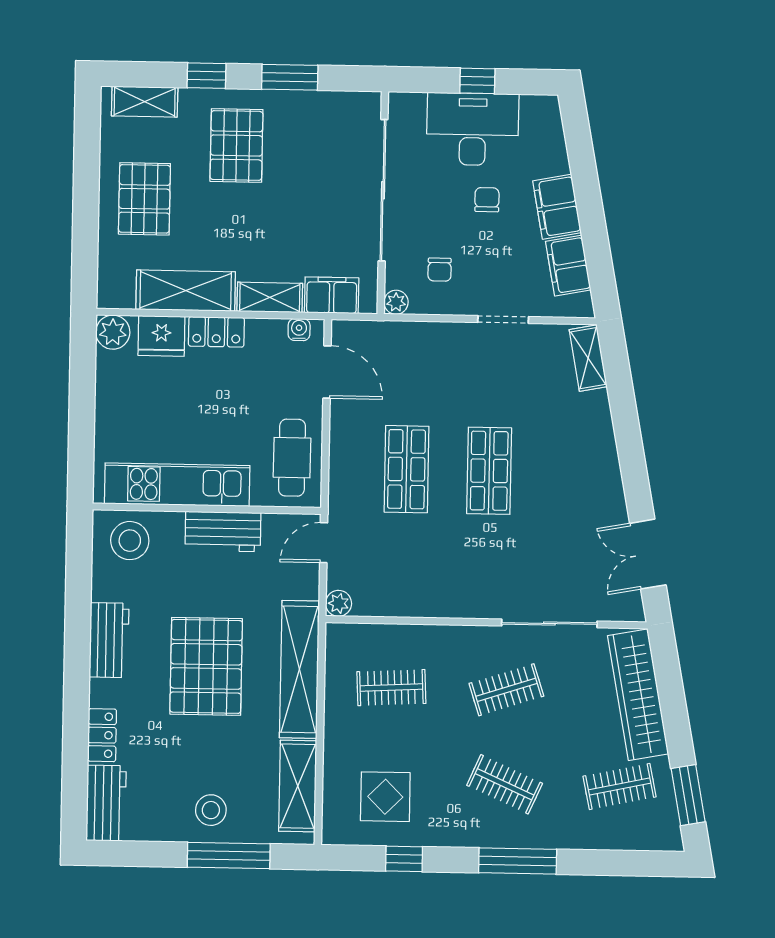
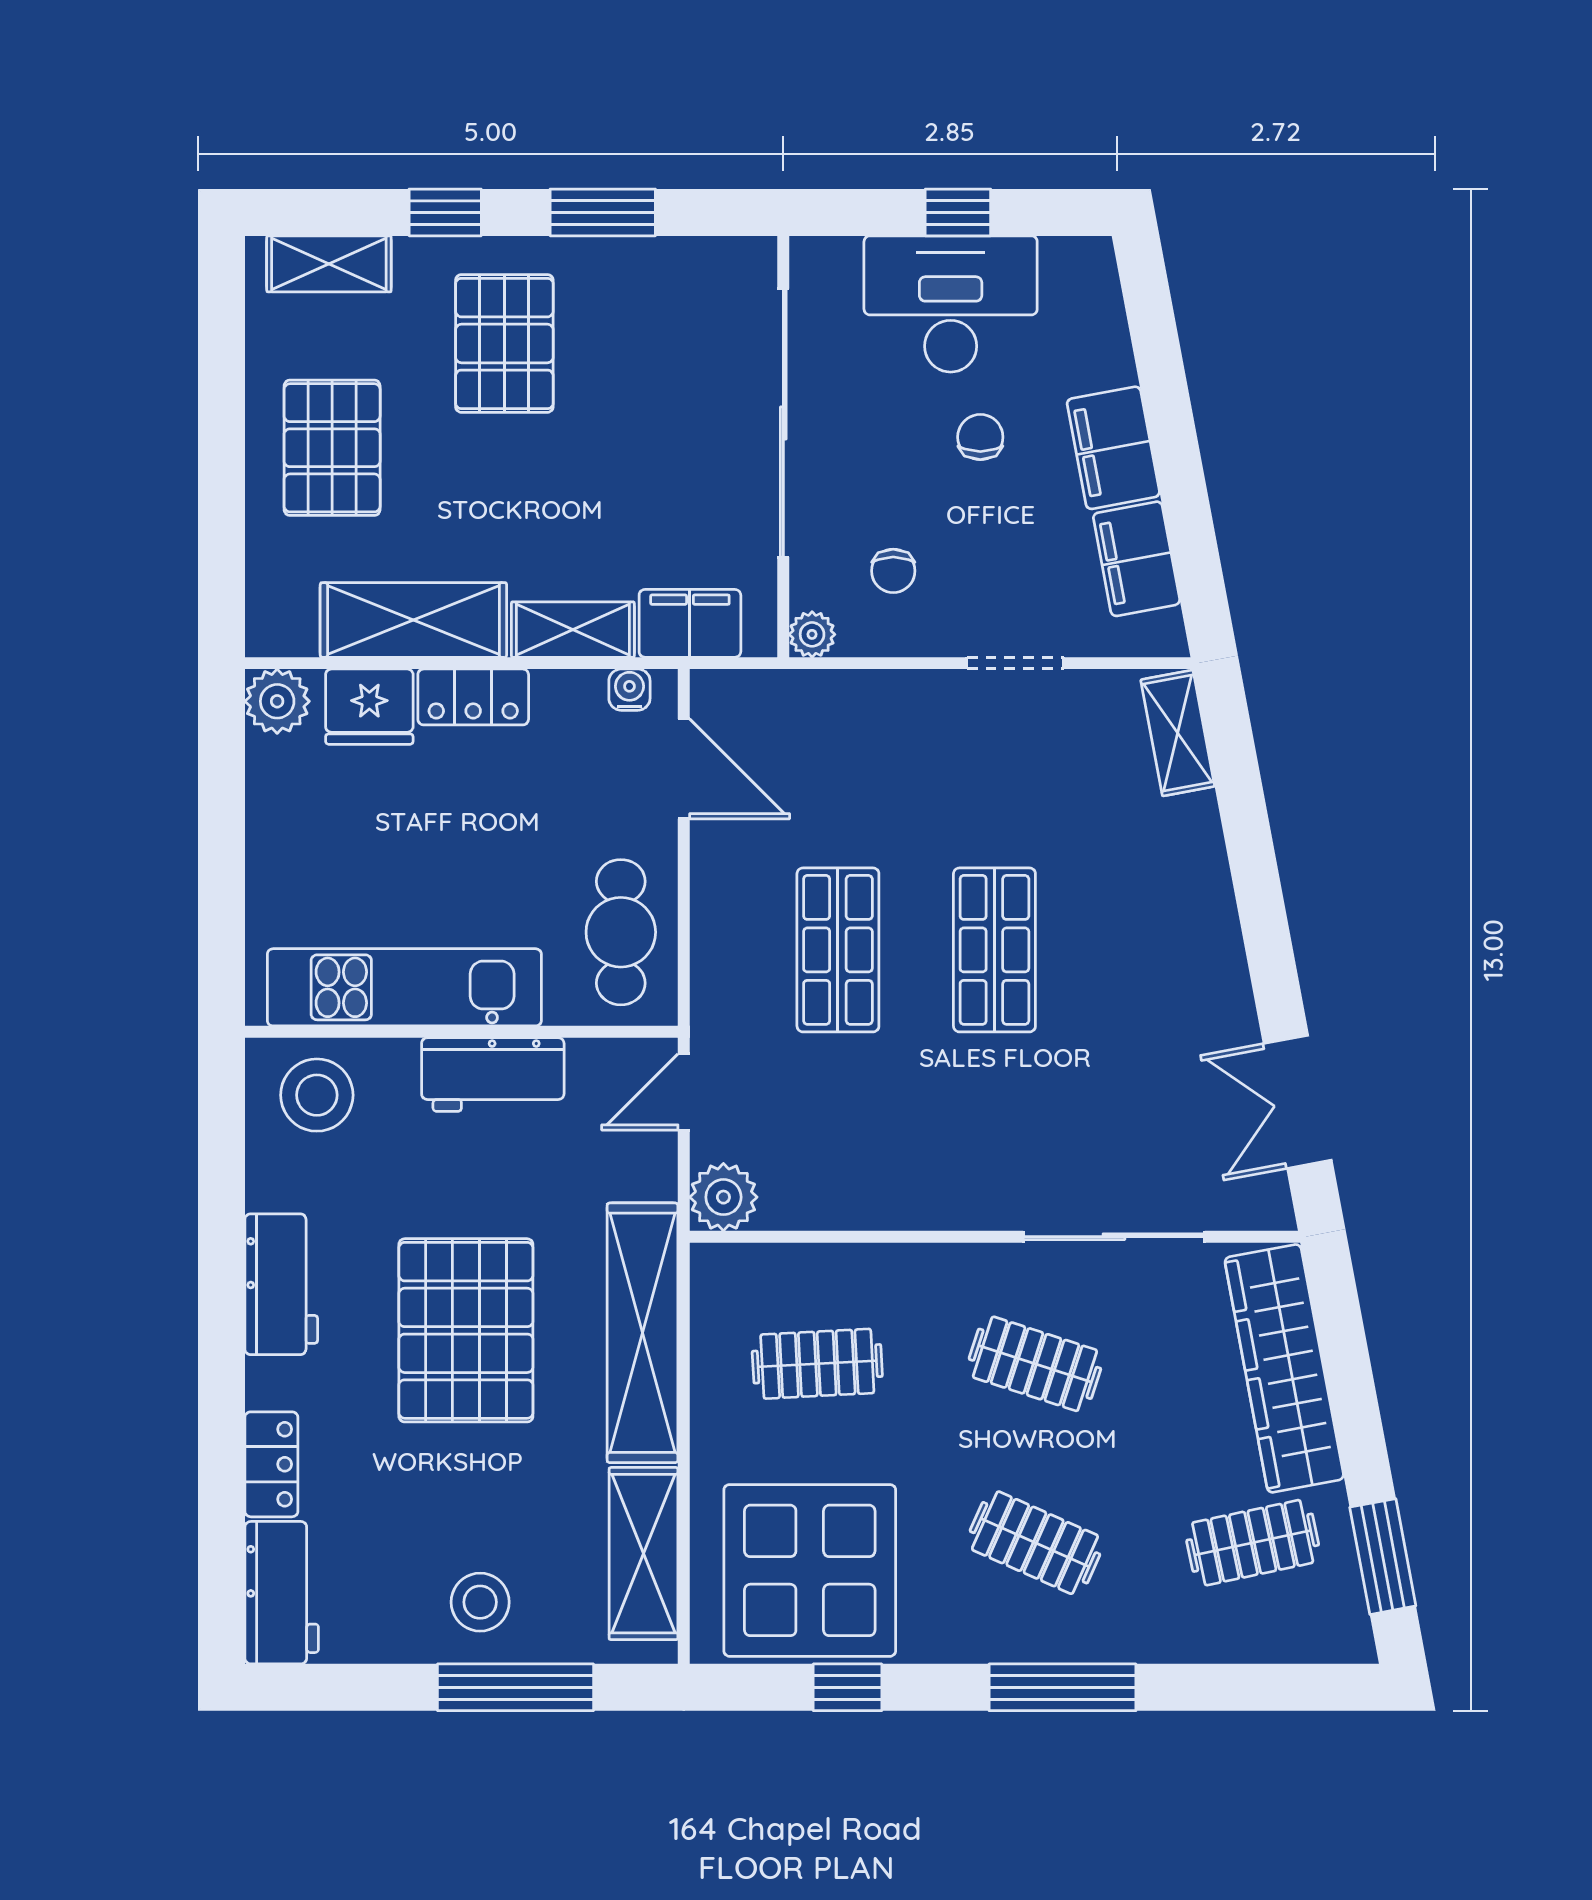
plant: (339, 603) -> (723, 1197), width x1.38, depth x1.38
clothes rail: (506, 690) -> (1035, 1364), turned 36
display table: (385, 797) -> (810, 1570), width x1.86, depth x1.86

